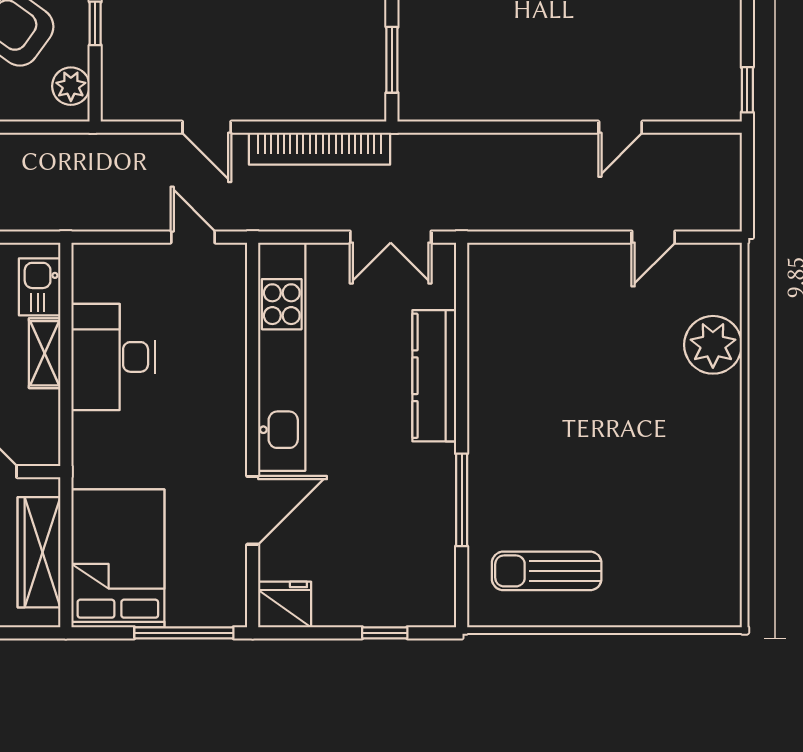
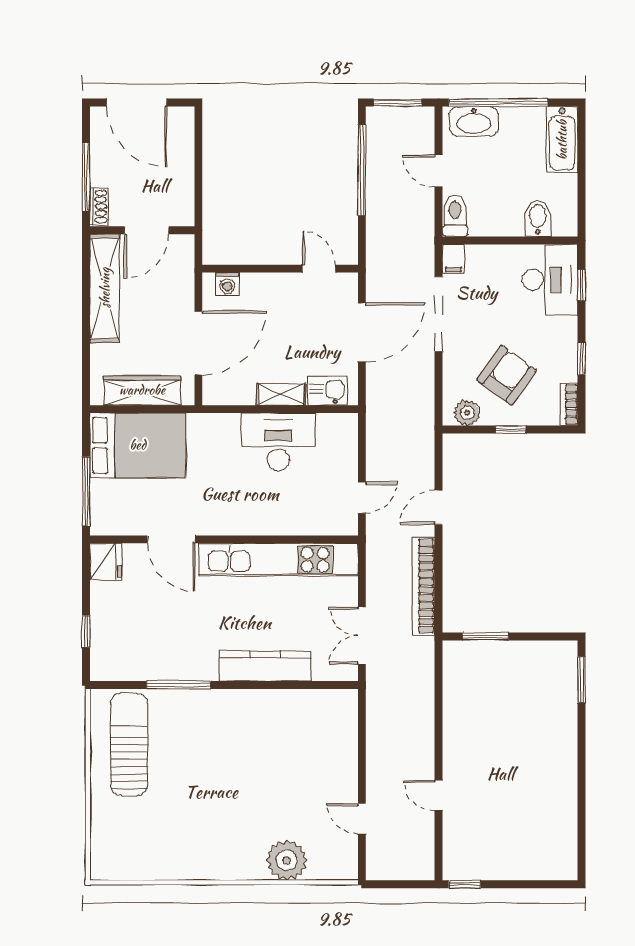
sun lounger: (547, 571) -> (129, 744), width x1.36, depth x1.34

